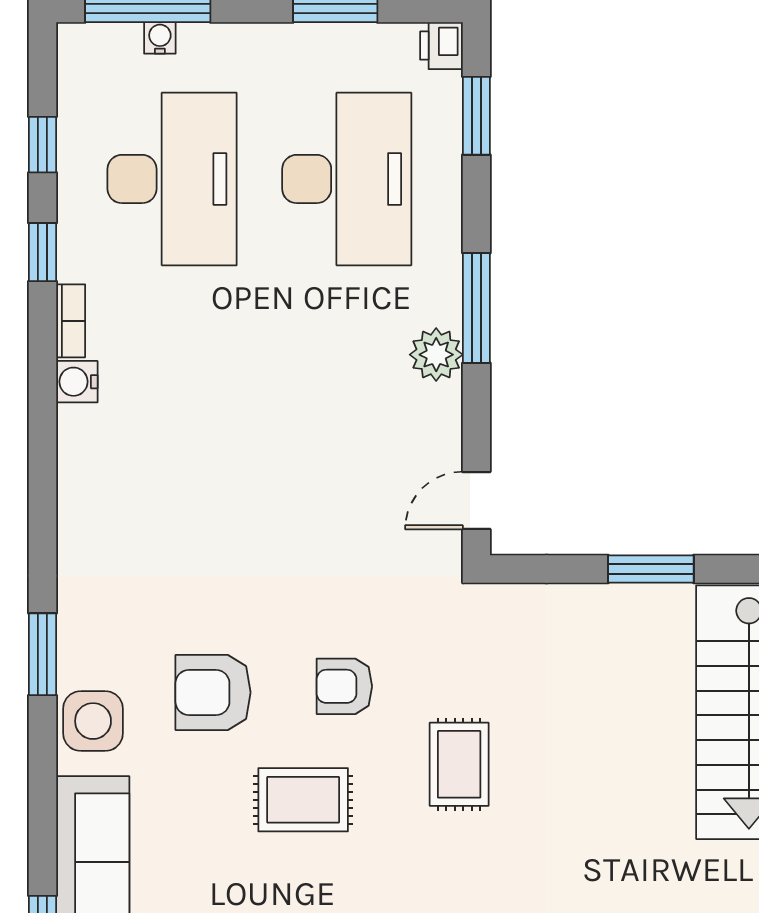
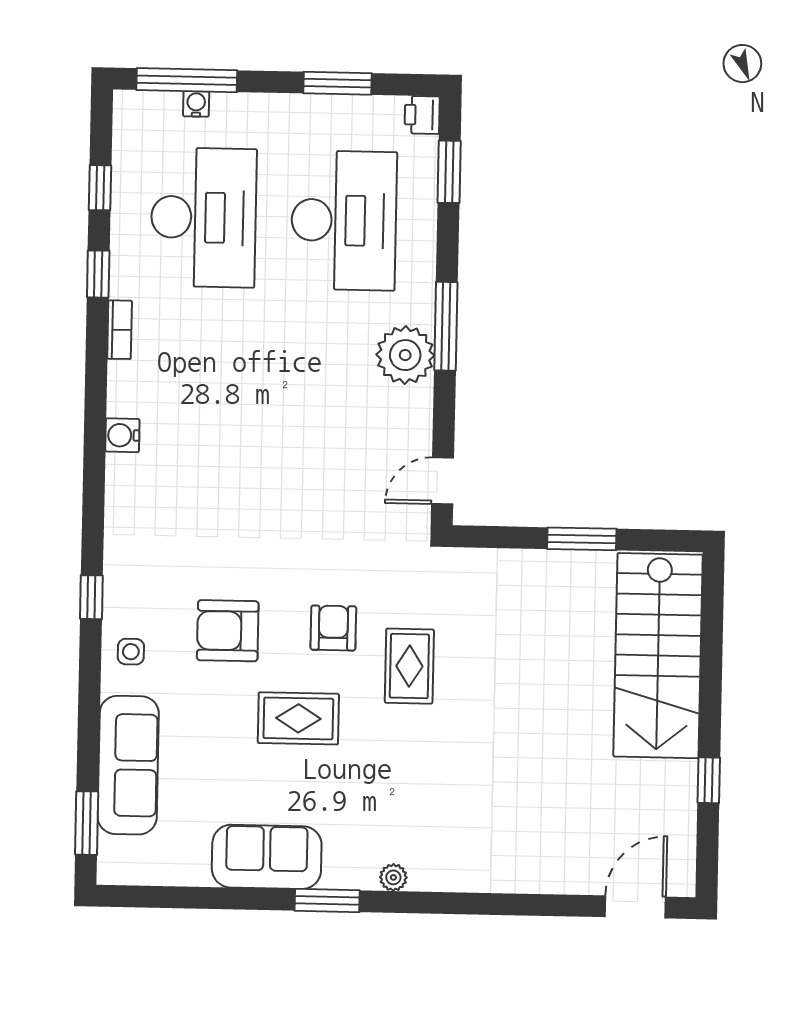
plant: (436, 355) -> (405, 355), width x1.36, depth x1.36
water cooler: (77, 382) -> (122, 435), moved
window: (42, 654) -> (91, 597), width x0.67
armchair: (344, 686) -> (333, 628), turned 90
side table: (93, 721) -> (131, 652), width x0.54, depth x0.54
rug: (459, 764) -> (409, 666), moved

